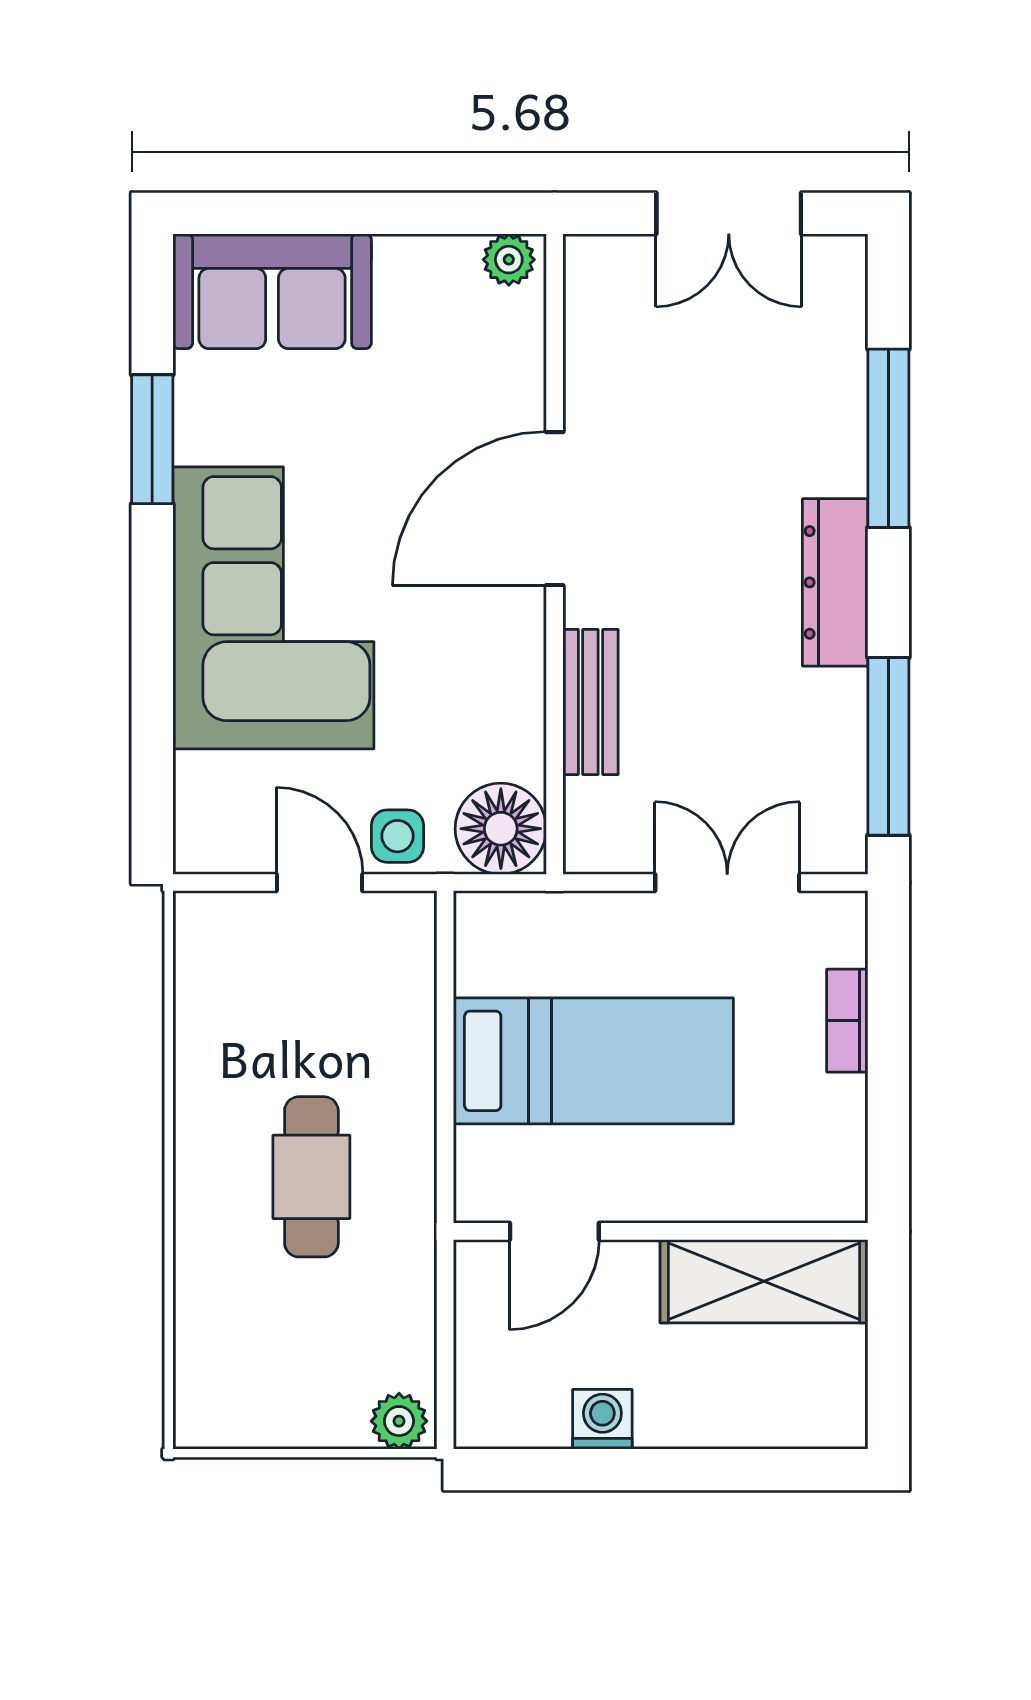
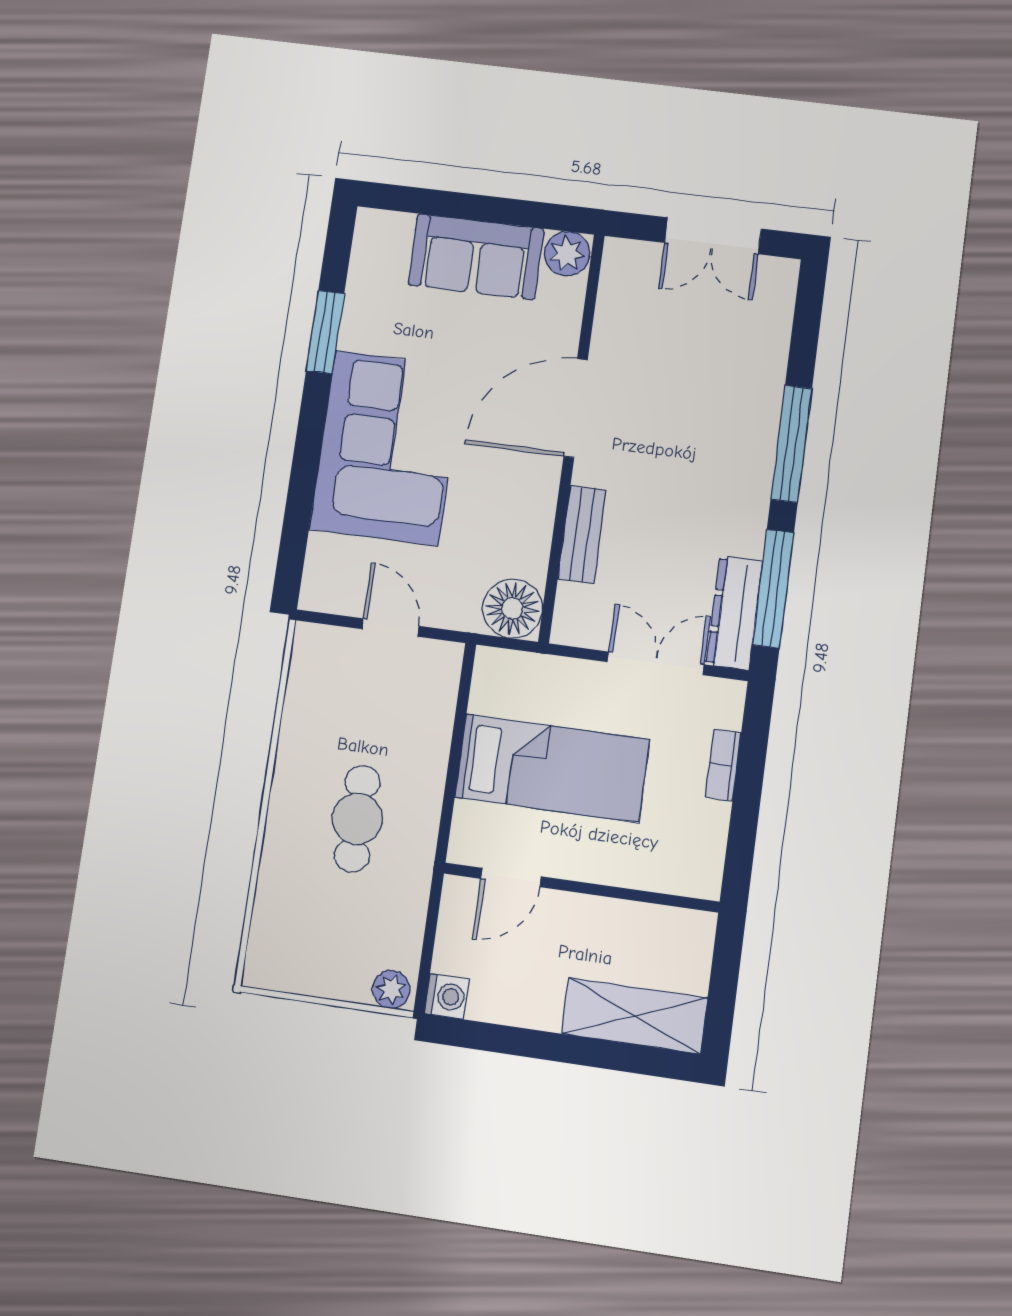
plant: (509, 260) -> (567, 254), width x1.38, depth x1.38
sofa: (272, 291) -> (476, 257), moved
window: (888, 438) -> (791, 444), moved
dresser: (835, 582) -> (734, 613), moved
side table: (398, 836) -> (445, 604), removed
shelving: (764, 1281) -> (634, 1016), moved
washing machine: (602, 1419) -> (447, 996), moved, turned 90

